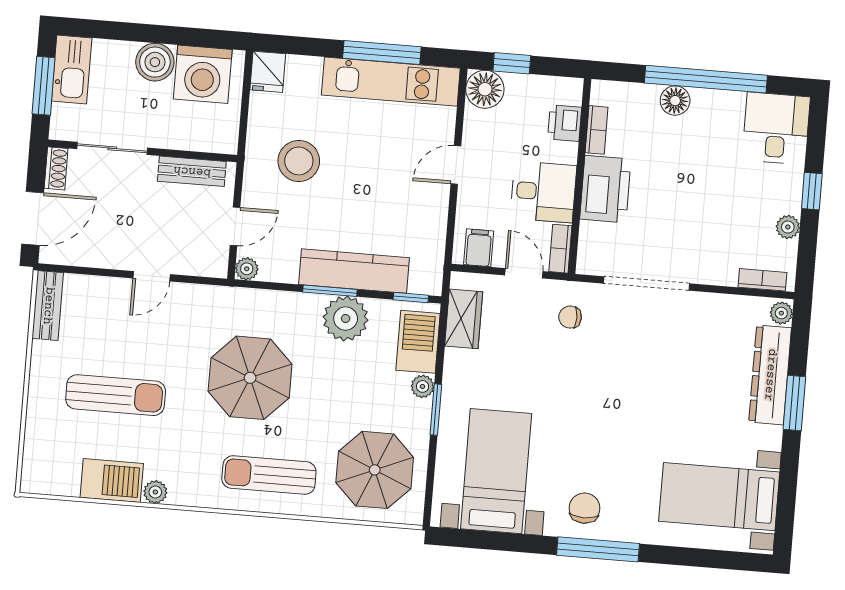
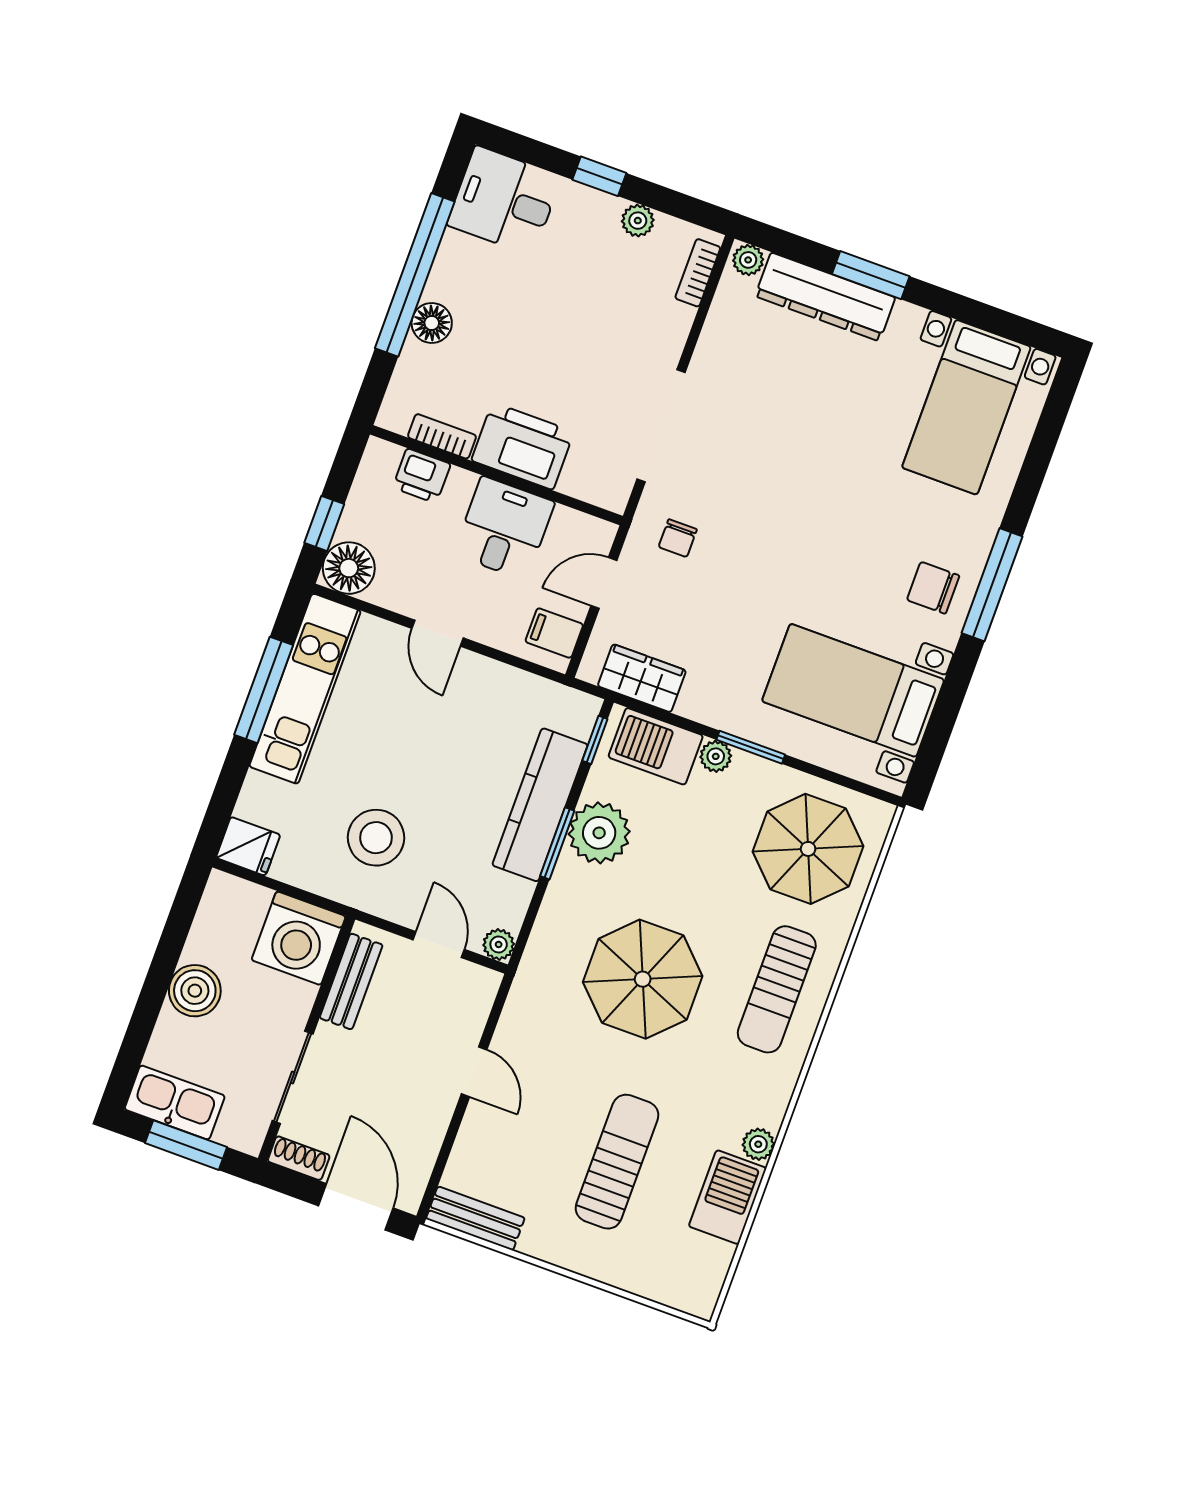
washing machine: (203, 74) -> (299, 938), moved, turned 90
bookcase: (560, 249) -> (585, 526), removed

